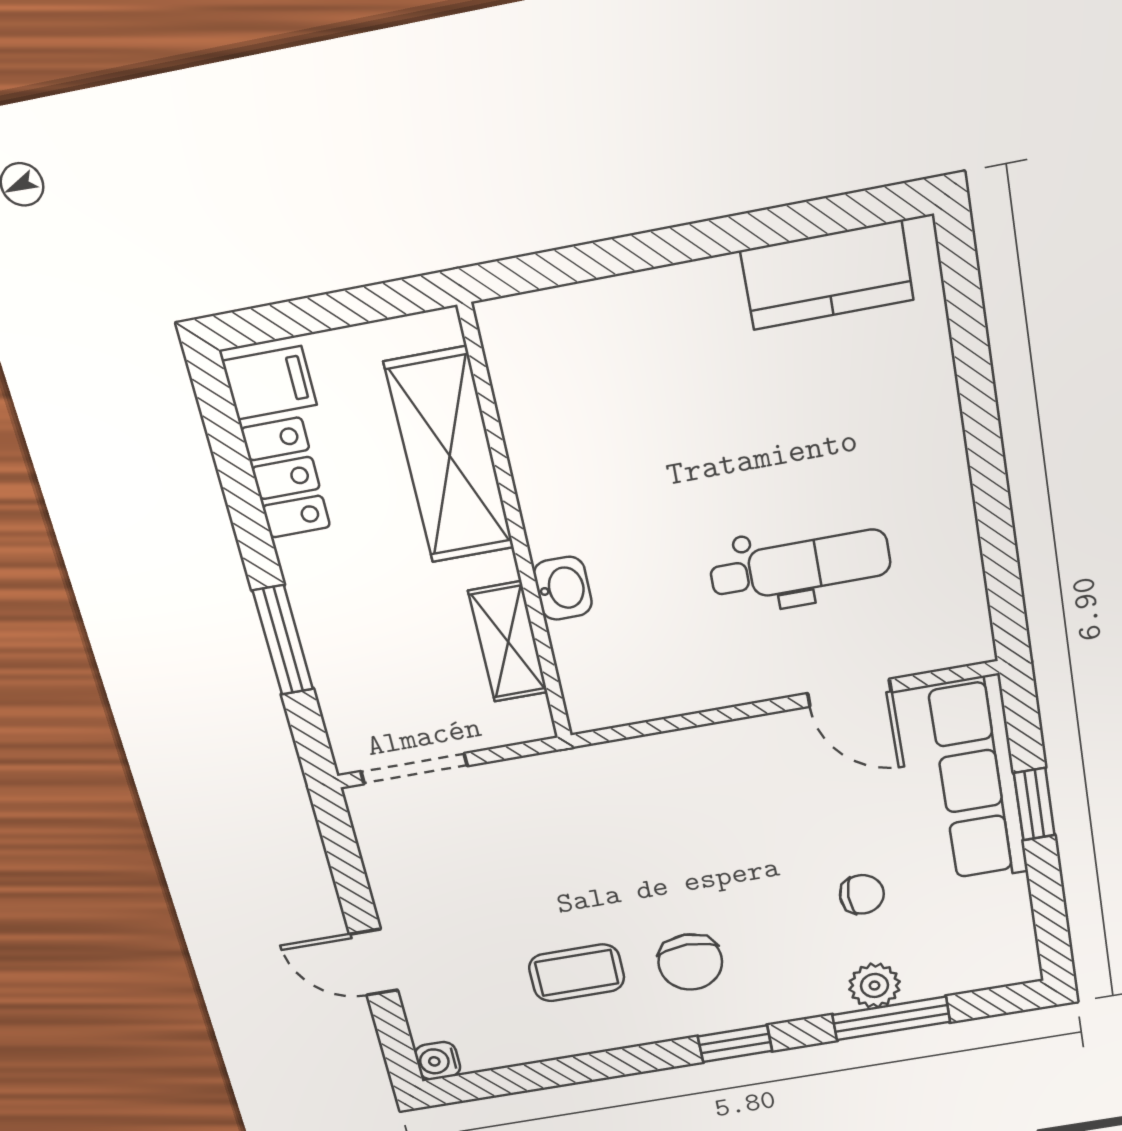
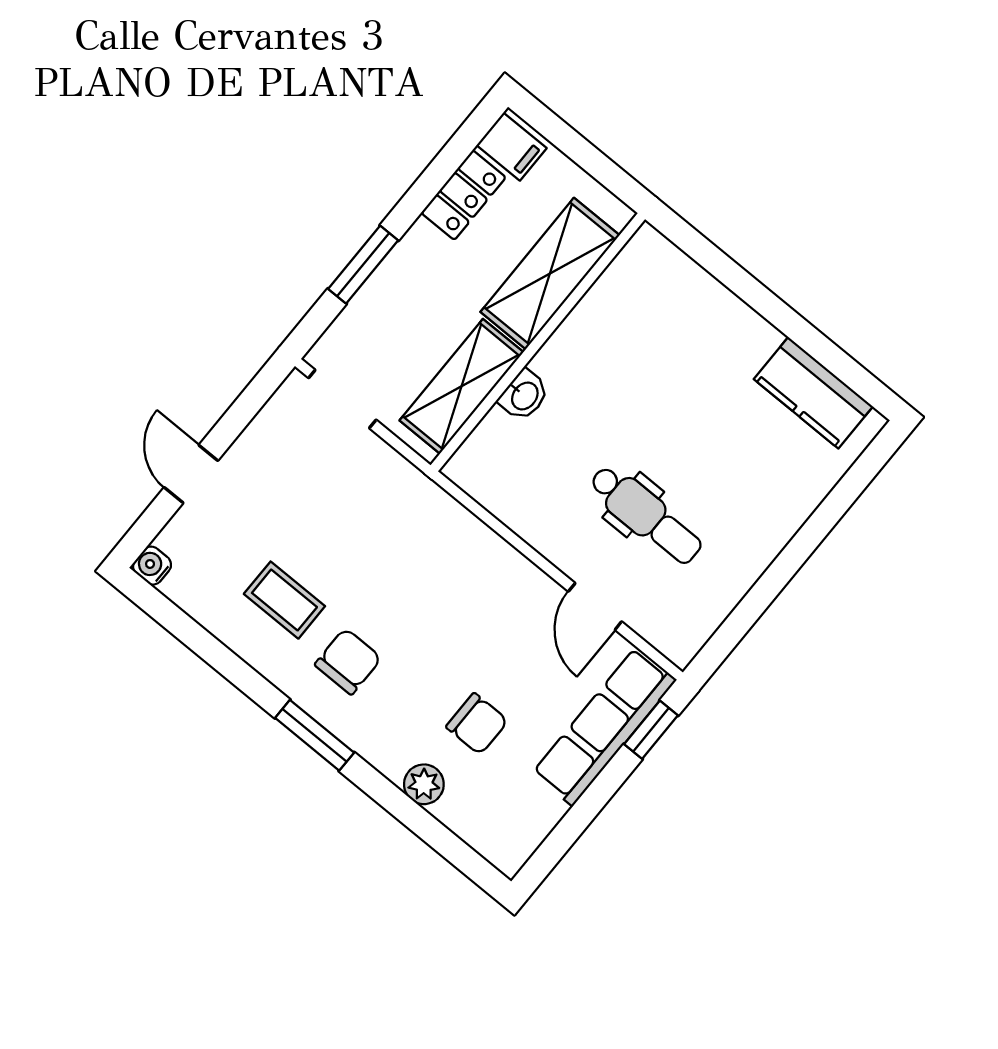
shelving: (508, 642) -> (461, 386), width x1.50, depth x1.33
window: (1034, 804) -> (651, 730), moved
chair: (862, 894) -> (477, 724), width x1.37, depth x1.37
chair: (690, 962) -> (348, 661), turned 180
window: (891, 1018) -> (410, 814), removed
window: (735, 1044) -> (315, 735), width x1.50

